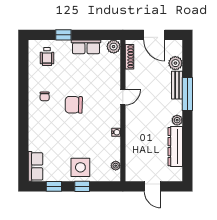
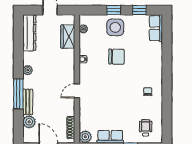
chair: (74, 105) -> (116, 57), moved
dresser: (175, 147) -> (29, 33), moved
wardrobe: (133, 157) -> (68, 37), added

